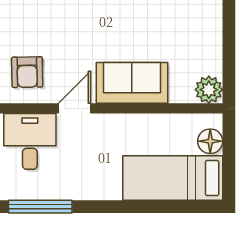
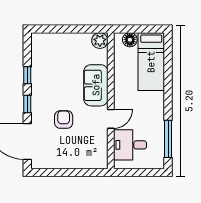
armchair: (27, 72) -> (64, 120), moved, turned -89
door: (74, 108) -> (111, 119), swing flipped

